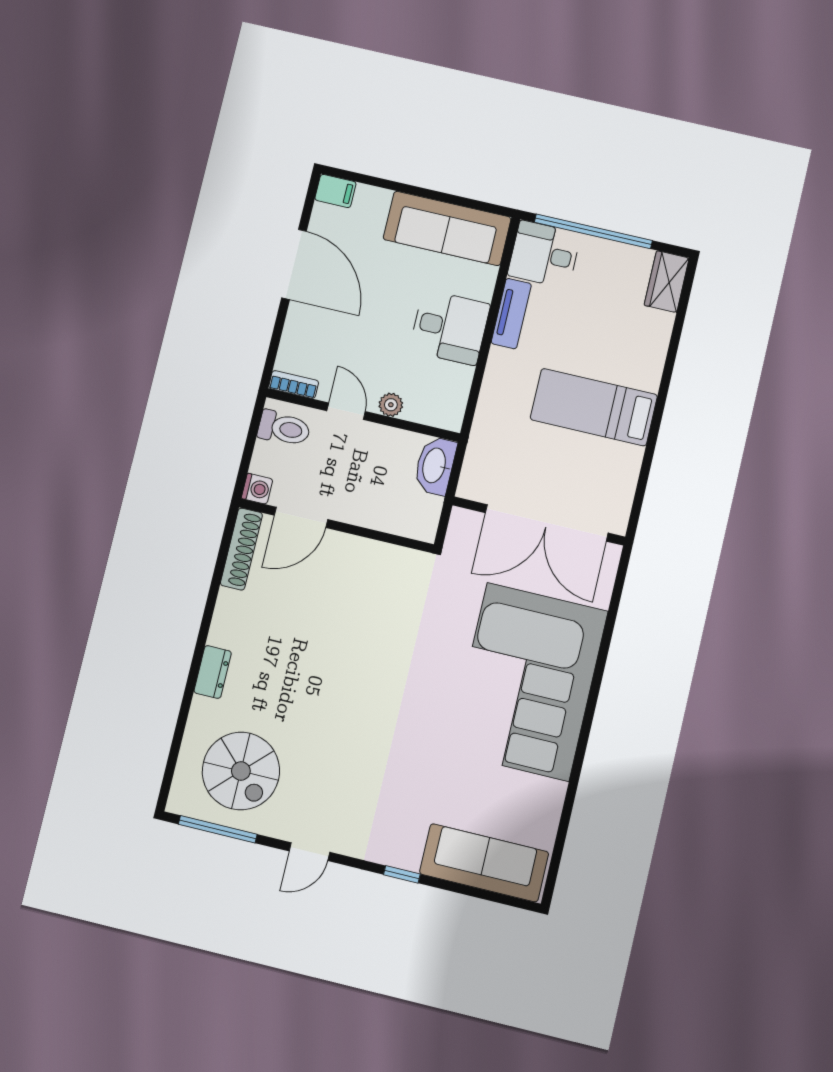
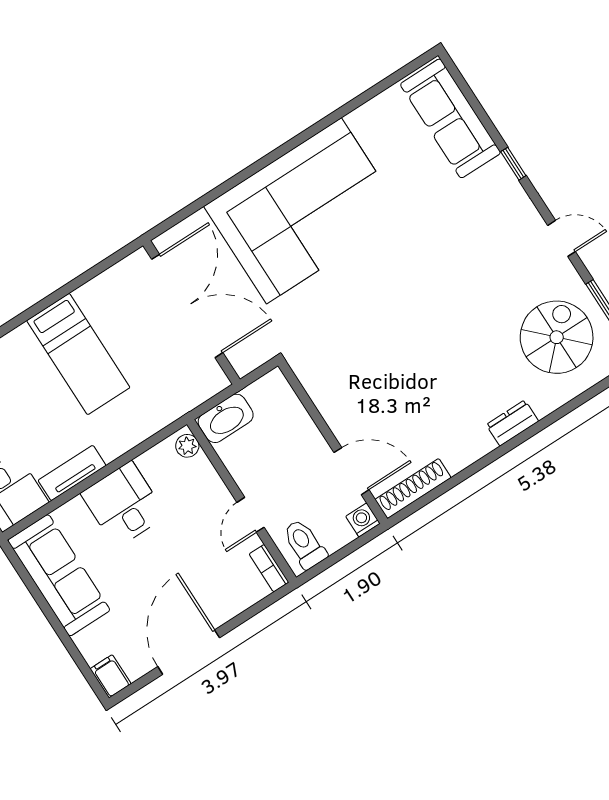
plant: (391, 405) -> (187, 446), moved

